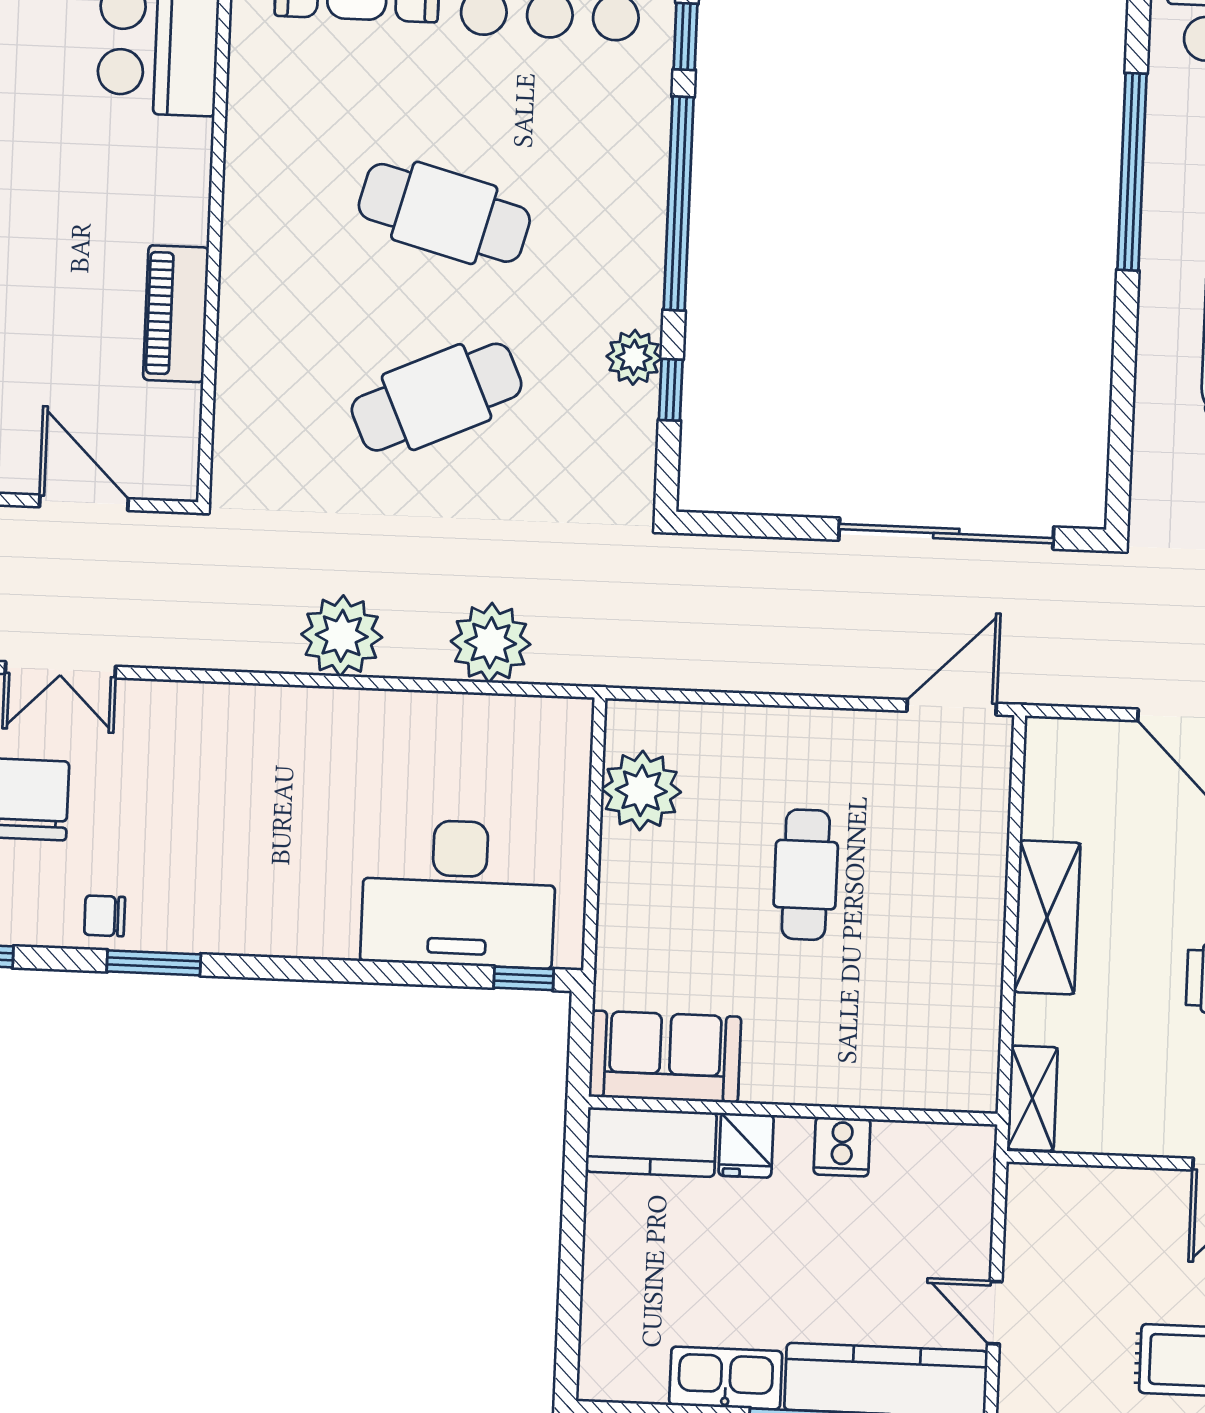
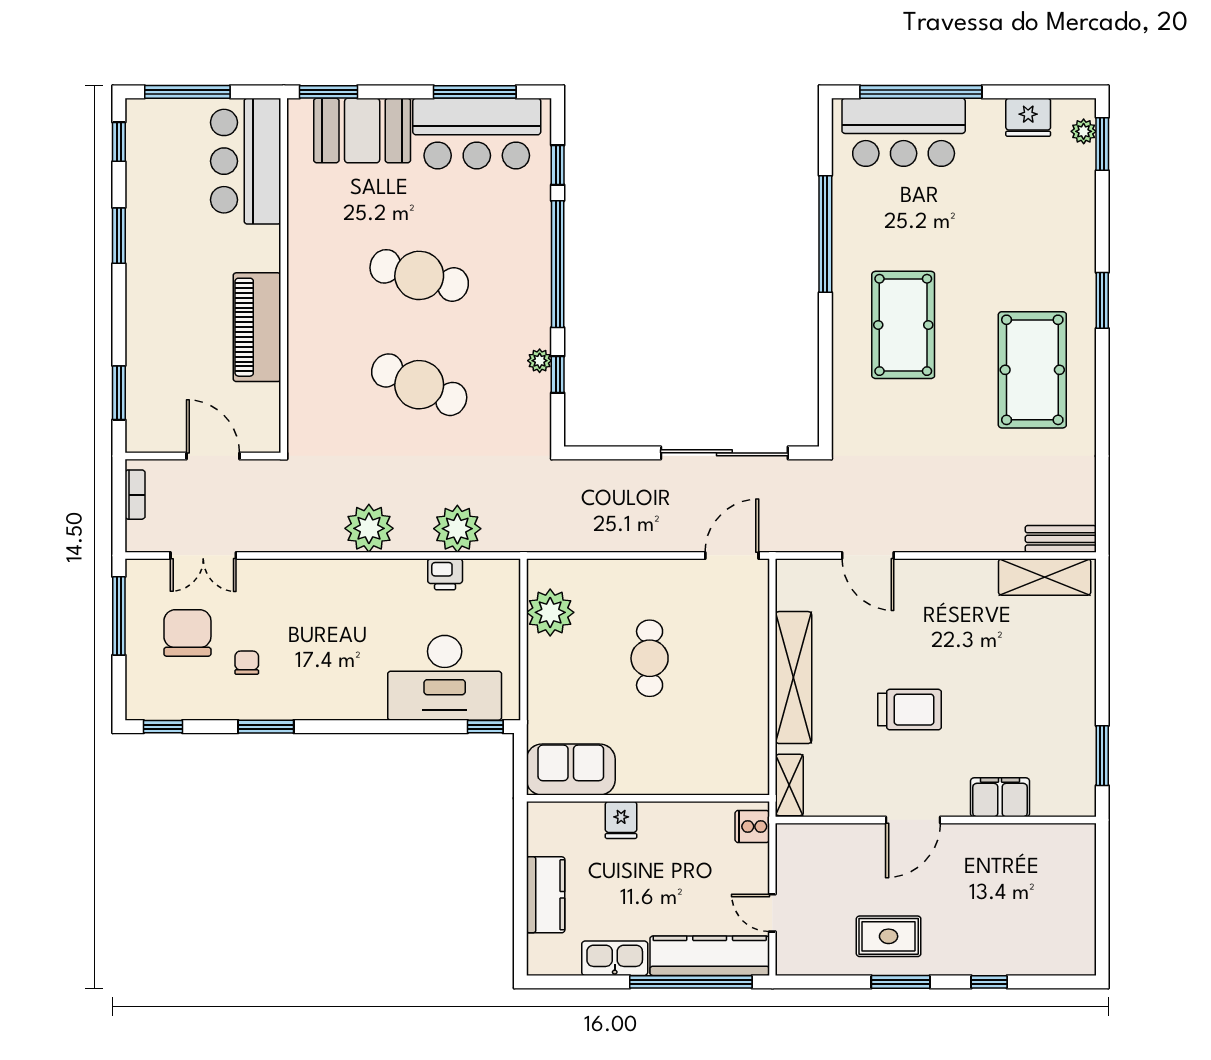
piano: (176, 314) -> (257, 327), width x1.37, depth x1.33
plant: (634, 357) -> (540, 361), width x0.73, depth x0.73
cafe table: (437, 397) -> (419, 385), turned 48
printer: (467, 719) -> (445, 574), added
chair: (105, 916) -> (247, 663), moved, turned 90
shelving: (1047, 917) -> (794, 678), width x1.47
kitchen counter: (651, 1142) -> (546, 895), moved, turned -90
cooker: (842, 1147) -> (752, 826), moved, turned 90

